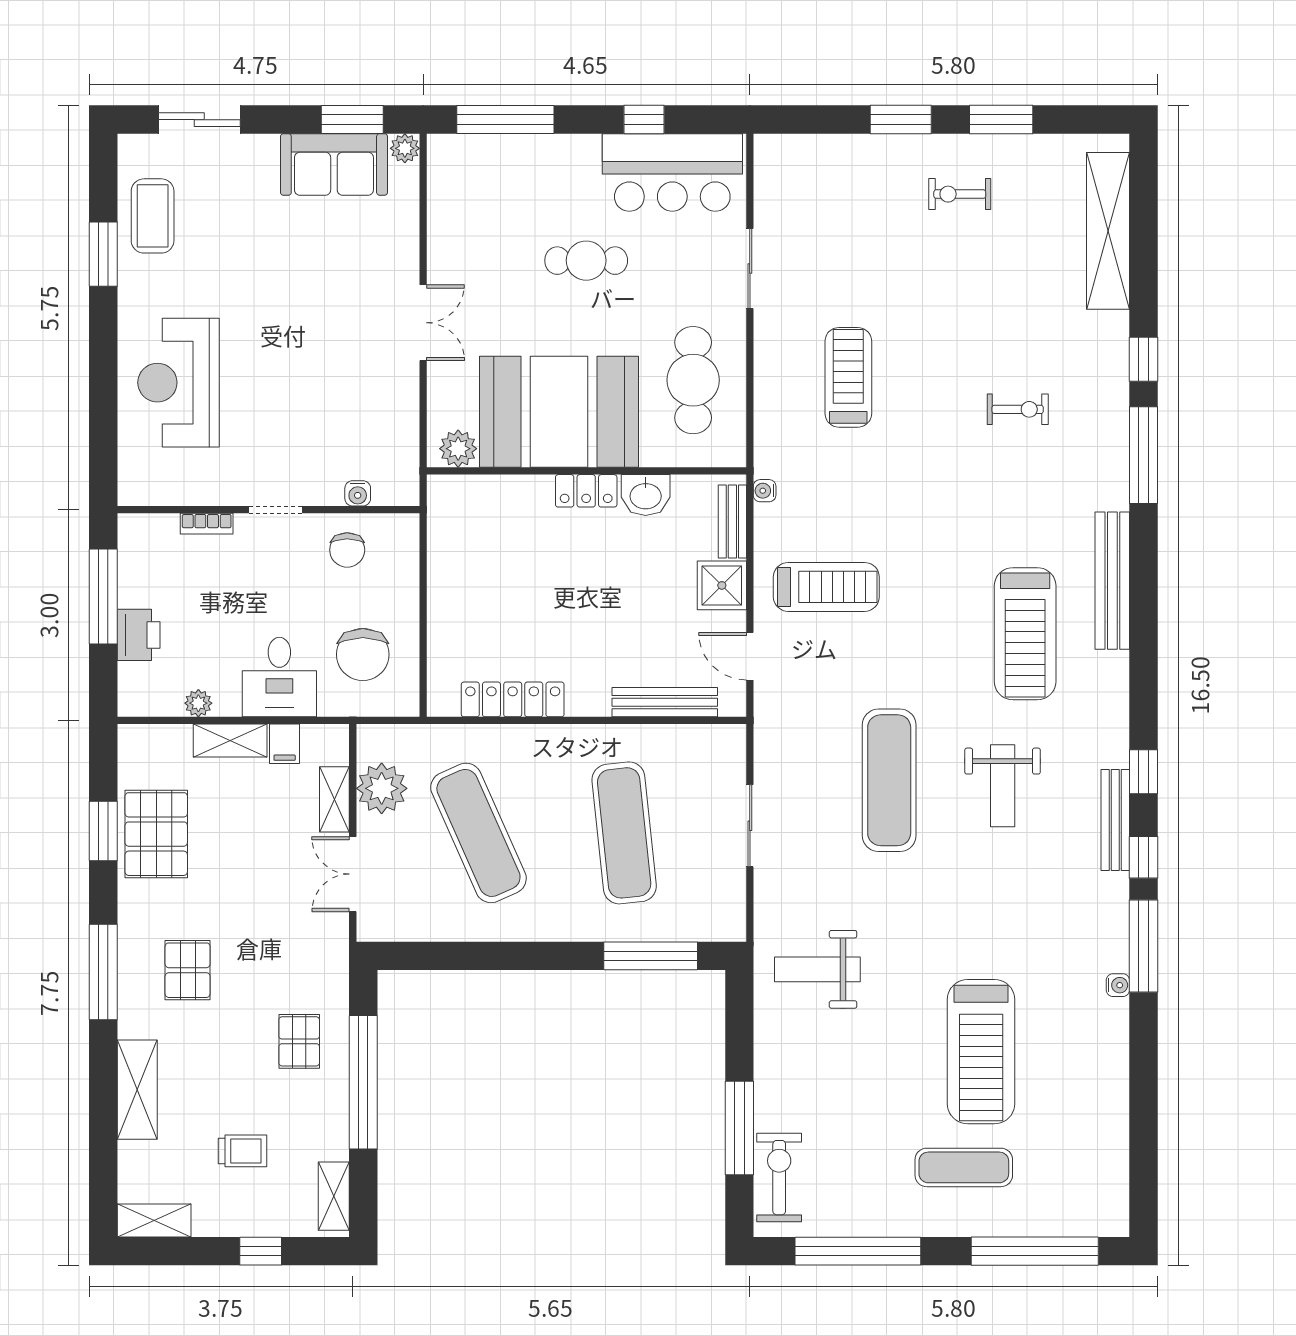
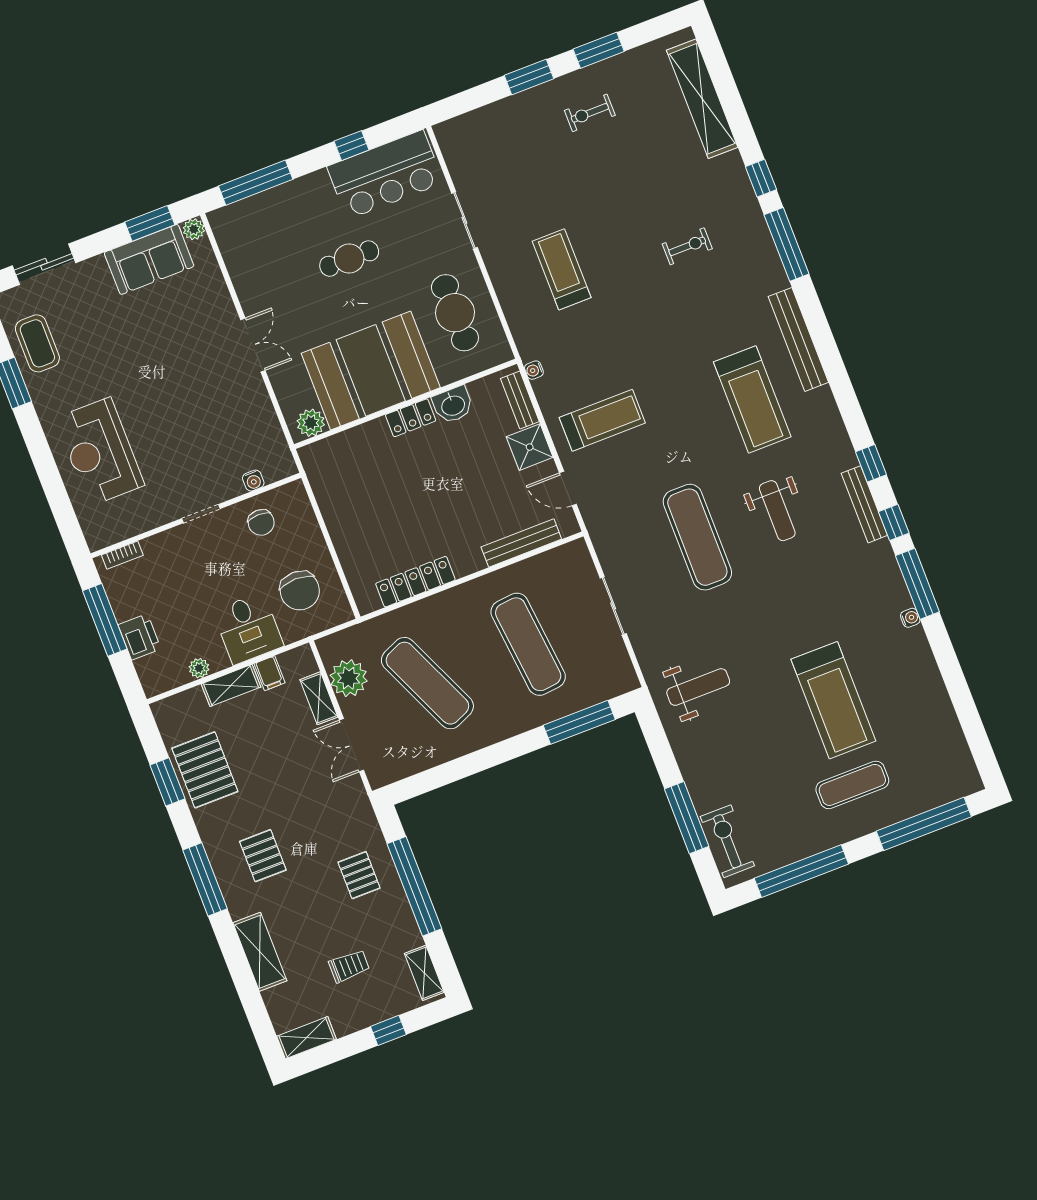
bookcase: (207, 524) -> (122, 555), moved
weight bench: (817, 969) -> (698, 687), turned 180

